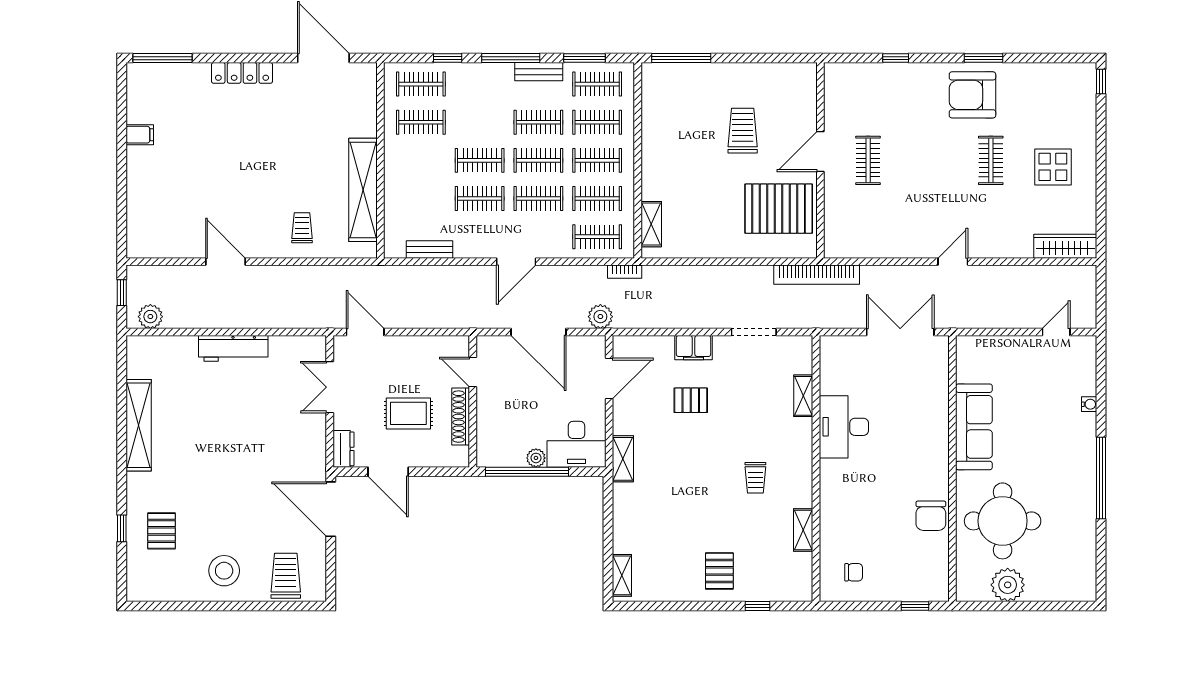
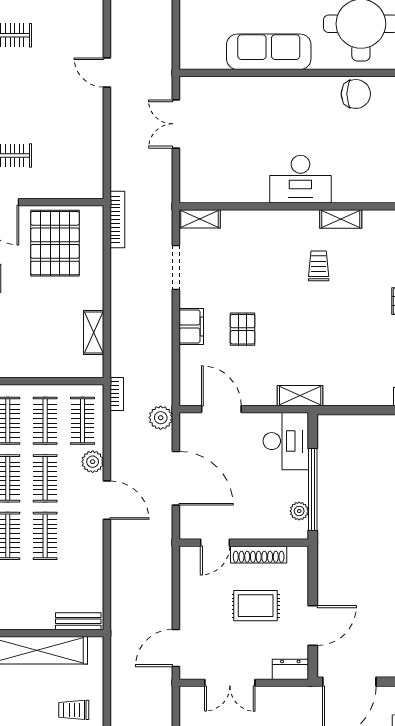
shelving: (651, 224) -> (94, 333), moved, turned 90
plant: (555, 247) -> (93, 462), added
bench: (430, 249) -> (78, 621), moved, turned 90
bookcase: (817, 275) -> (117, 220), width x0.68, depth x0.76
door: (539, 332) -> (176, 478), hinge flipped
double door: (900, 332) -> (176, 124), width x0.73
shelving: (803, 396) -> (200, 219), moved
rug: (408, 413) -> (256, 606), turned 90
desk: (844, 427) -> (300, 179), moved
plant: (536, 458) -> (299, 511), moved
trolley: (755, 478) -> (319, 266), turned -90
shelving: (803, 530) -> (341, 219), moved

